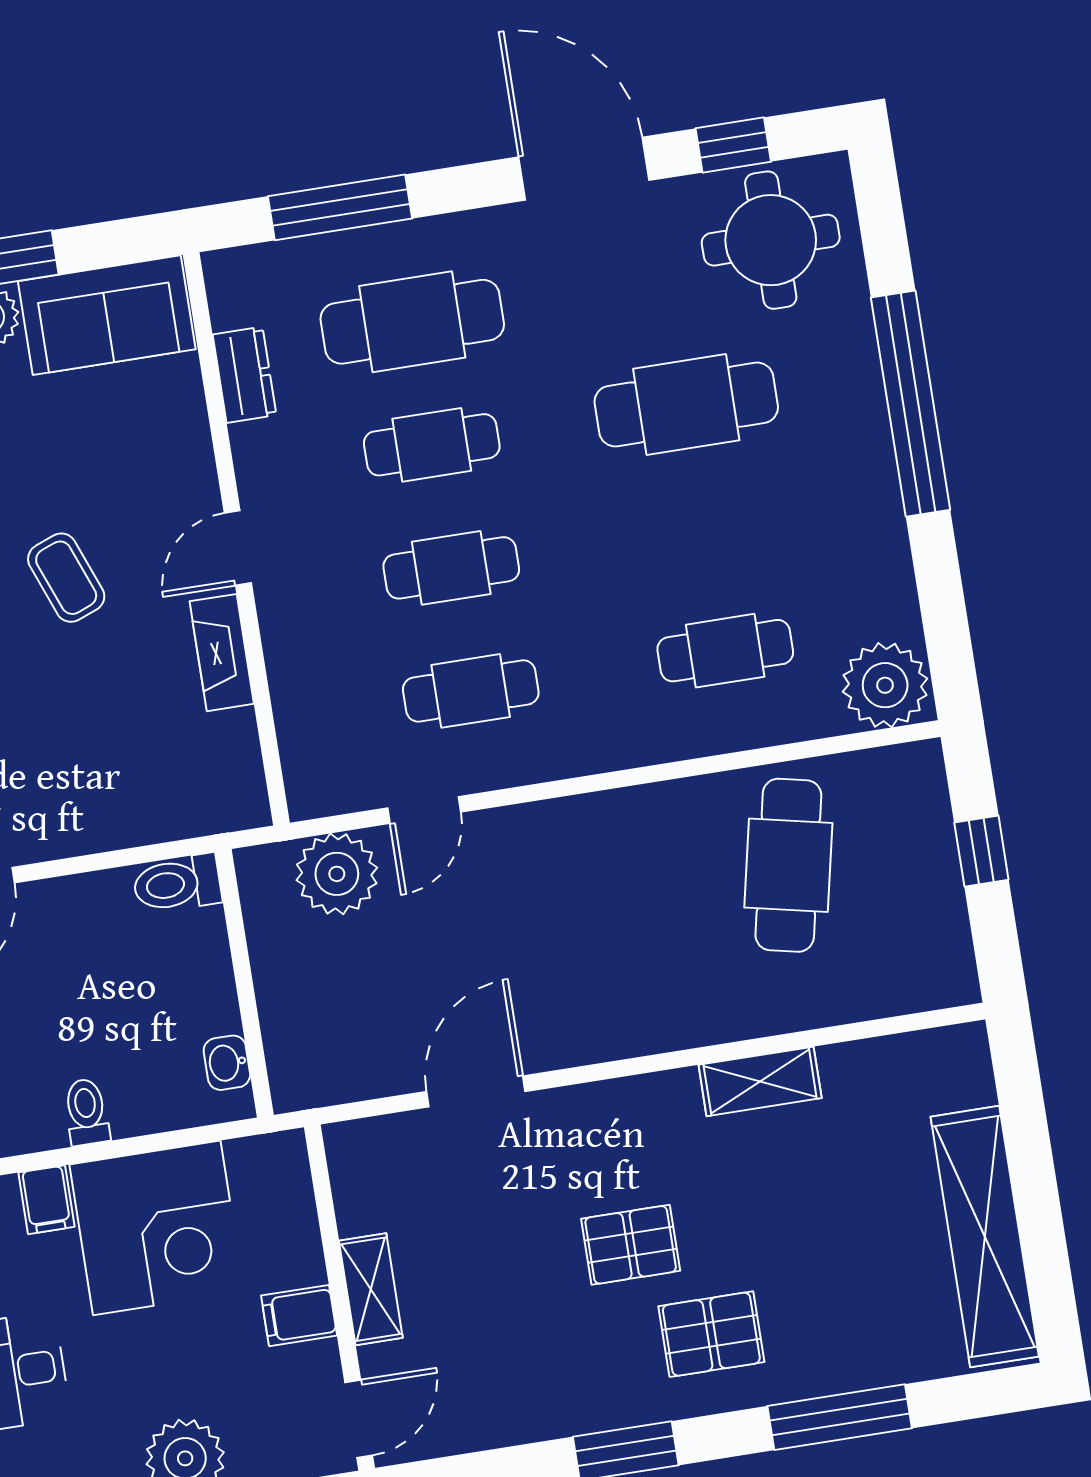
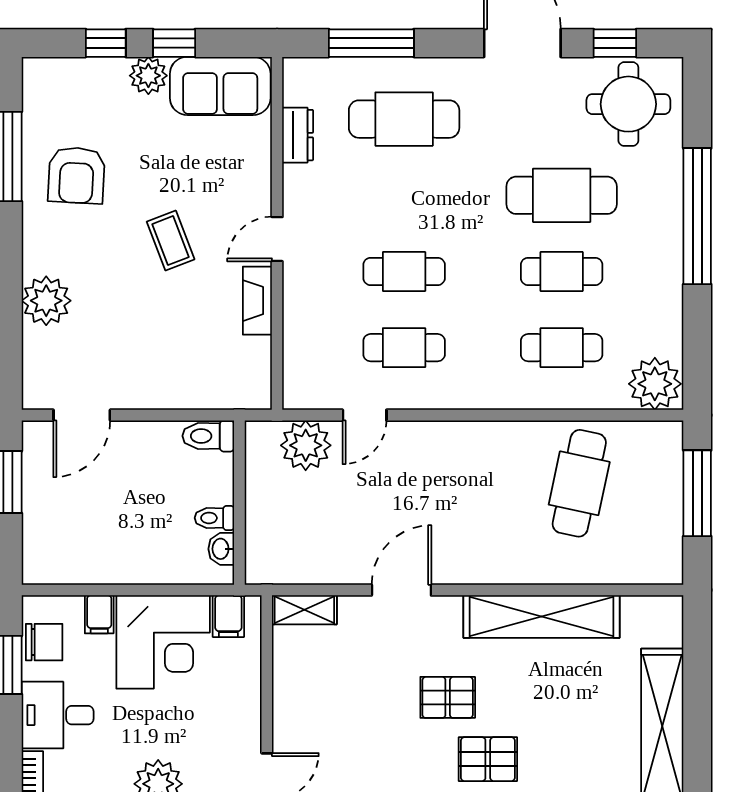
cafe table: (432, 445) -> (562, 271), moved
window: (981, 851) -> (697, 493), width x2.17
shelving: (760, 1081) -> (541, 616), width x2.20, depth x1.33
door: (476, 1091) -> (401, 590), moved
toilet: (87, 1112) -> (214, 518), moved, turned -90
shelving: (371, 1289) -> (304, 610), moved, turned 90
filing cabinet: (299, 1316) -> (228, 616), moved, turned -90

